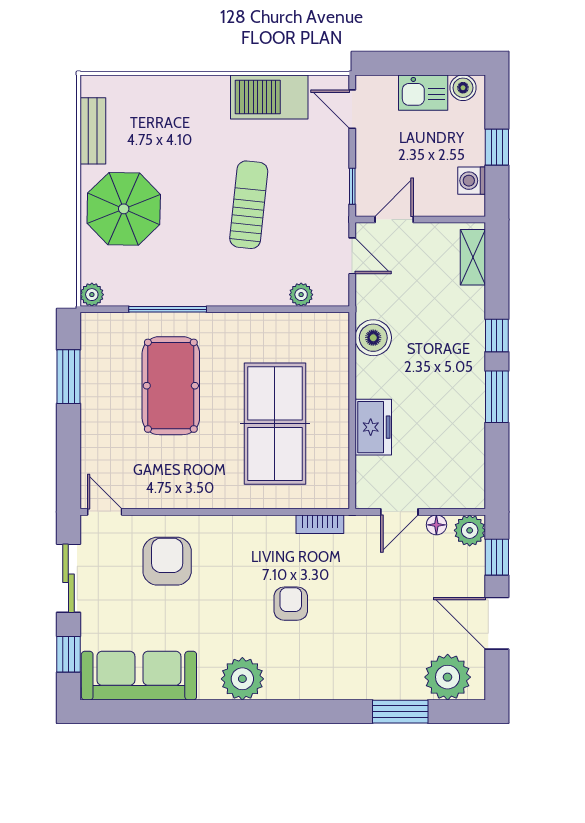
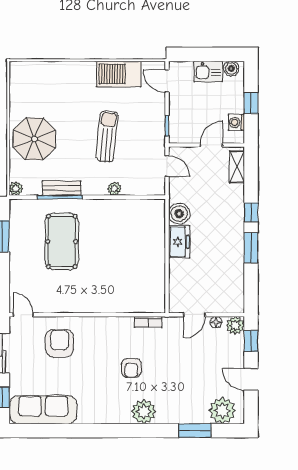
bench: (93, 131) -> (62, 188), moved, turned 90
door: (394, 220) -> (211, 145), moved
plant: (301, 295) -> (114, 189), moved
table tennis table: (275, 424) -> (122, 264), removed
freezer: (373, 427) -> (179, 242), moved
armchair: (291, 604) -> (131, 368), turned 180
door: (497, 623) -> (251, 379), width x0.73
plant: (242, 679) -> (144, 412), moved

